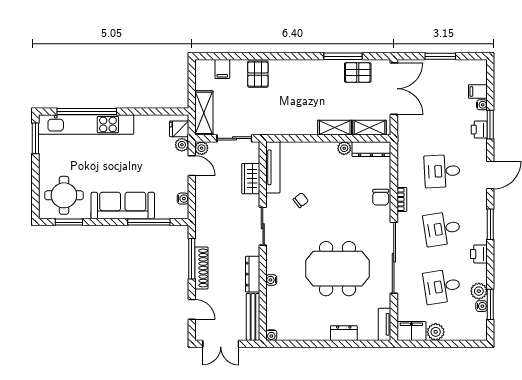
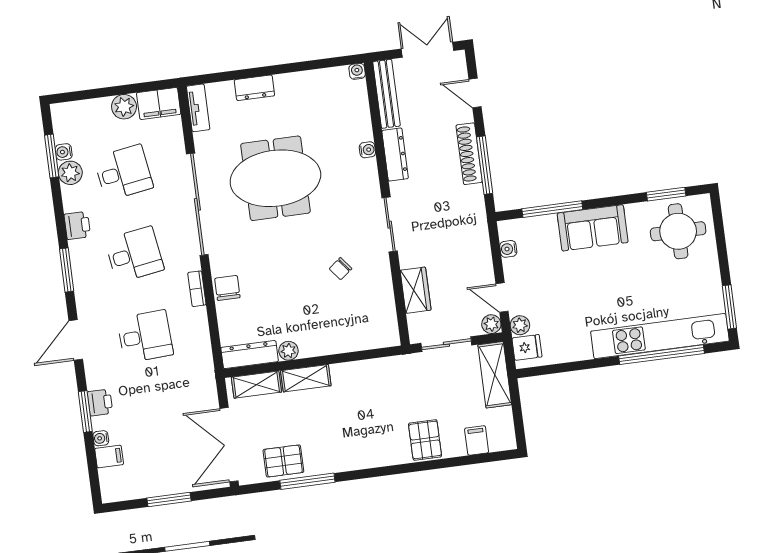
tv unit: (273, 167) -> (386, 310), removed
sofa: (123, 205) -> (593, 228), width x0.73

